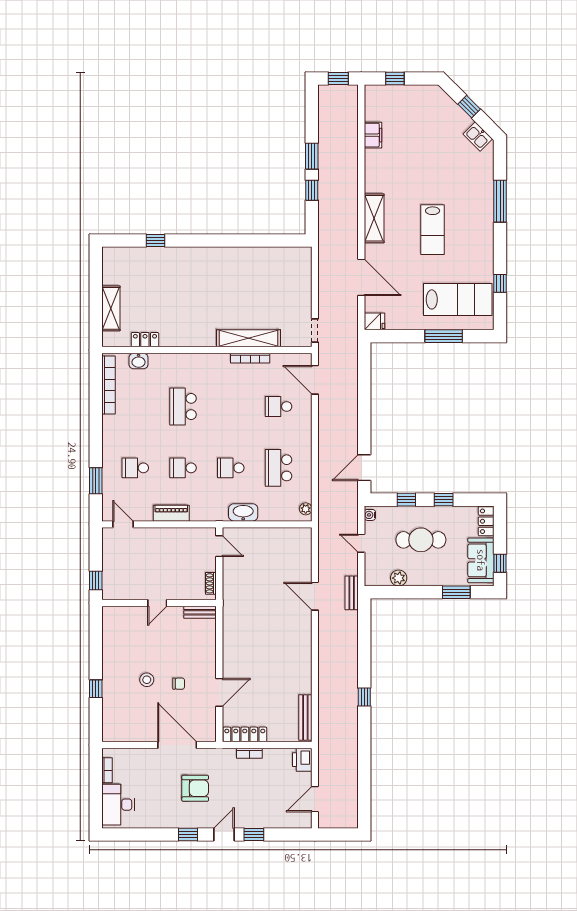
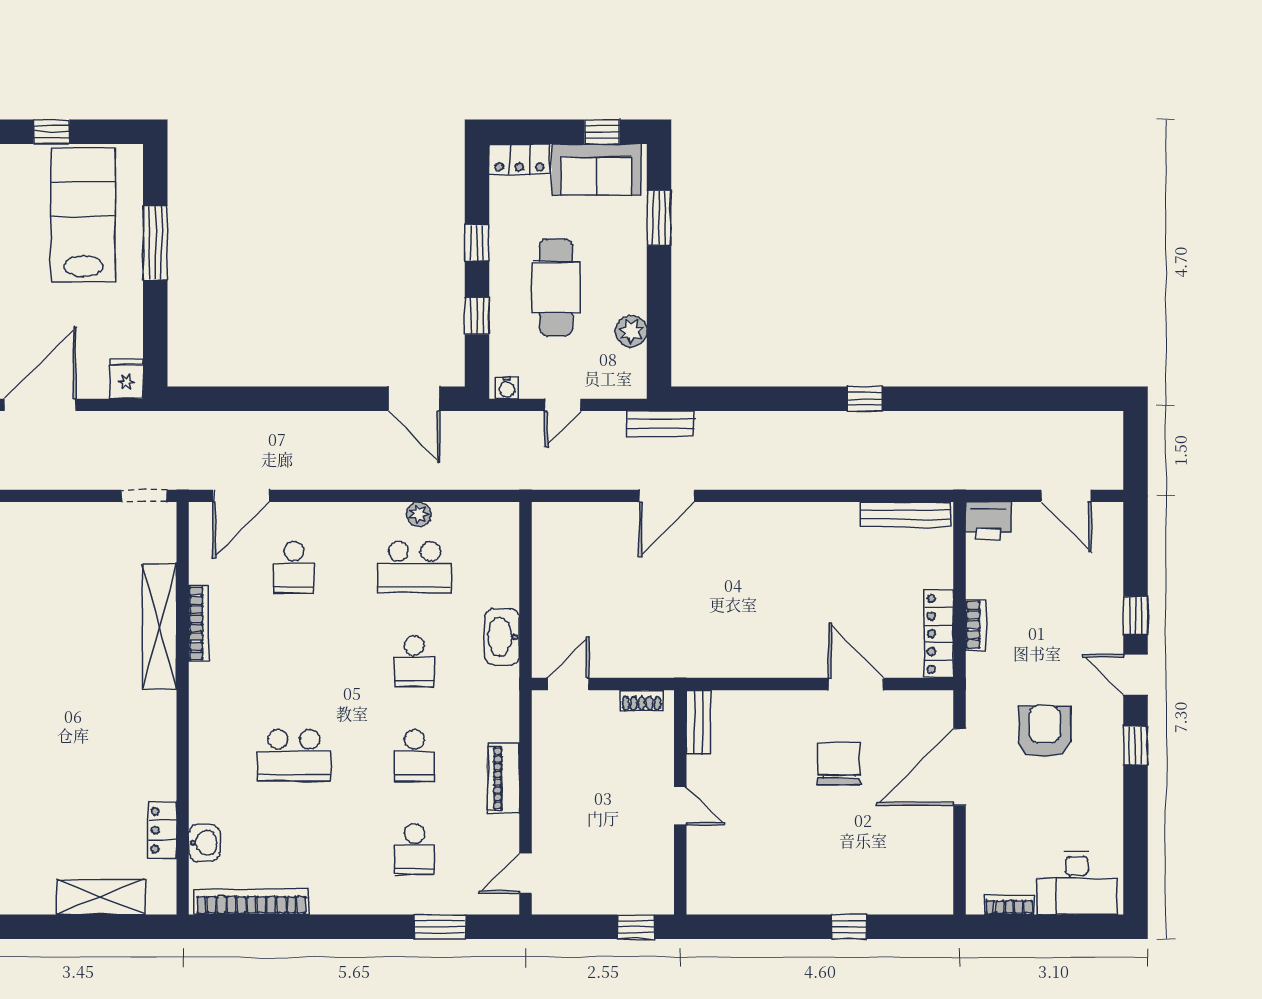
plant: (306, 509) -> (419, 514), moved
stool: (147, 680) -> (831, 827), removed
chair: (179, 684) -> (839, 764), width x1.87, depth x1.87

